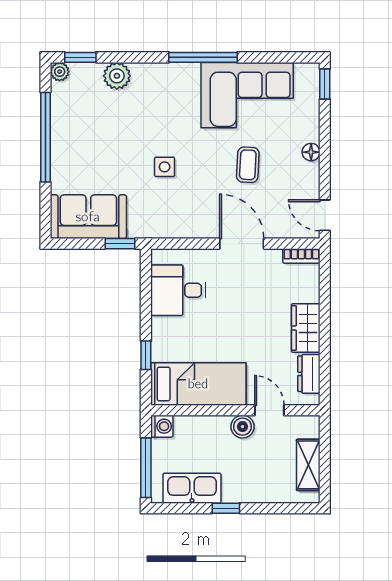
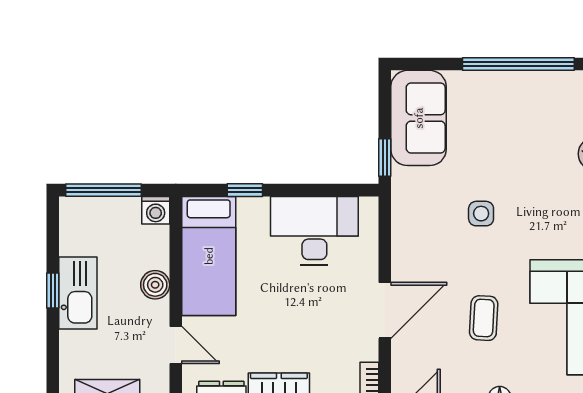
coffee table: (248, 165) -> (484, 318), turned 90
desk: (178, 290) -> (314, 231), width x1.37
door: (269, 410) -> (176, 345), hinge flipped
boiler: (242, 427) -> (155, 285), moved
kitchen sink: (192, 488) -> (78, 293), moved

